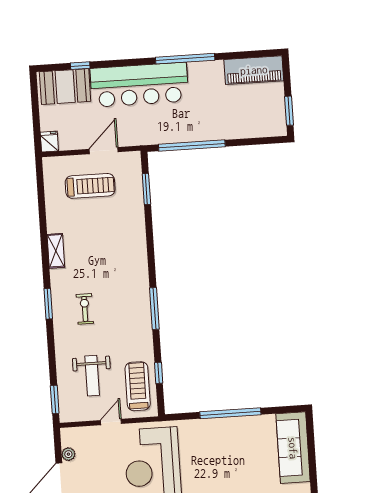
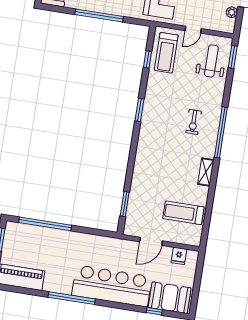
fridge: (49, 142) -> (179, 256), moved
window: (192, 146) -> (45, 224), moved
treadmill: (90, 186) -> (183, 213), moved
window: (48, 304) -> (221, 132), width x2.11
window: (154, 309) -> (140, 110), width x0.69
weight bench: (92, 376) -> (211, 61), moved

